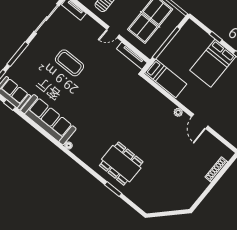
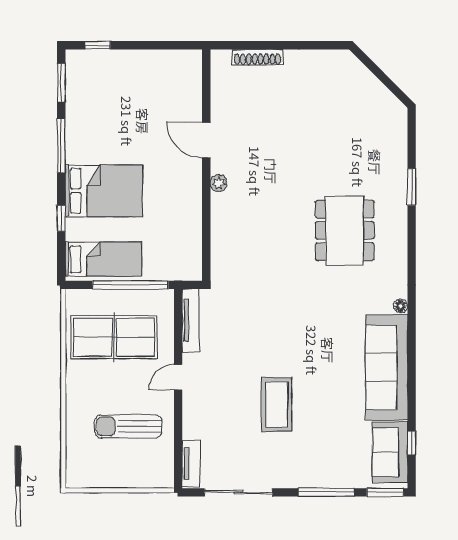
door: (113, 32) -> (178, 377), swing flipped
bed: (166, 78) -> (103, 259), moved, turned 90
door: (200, 121) -> (206, 140), swing flipped
dining table: (121, 164) -> (345, 230), moved

